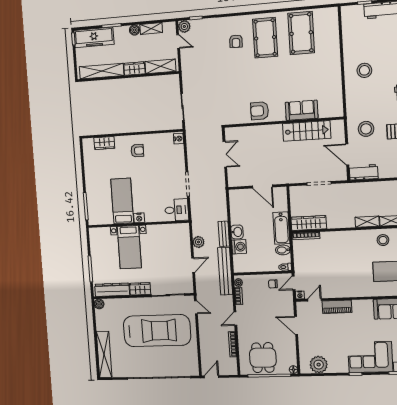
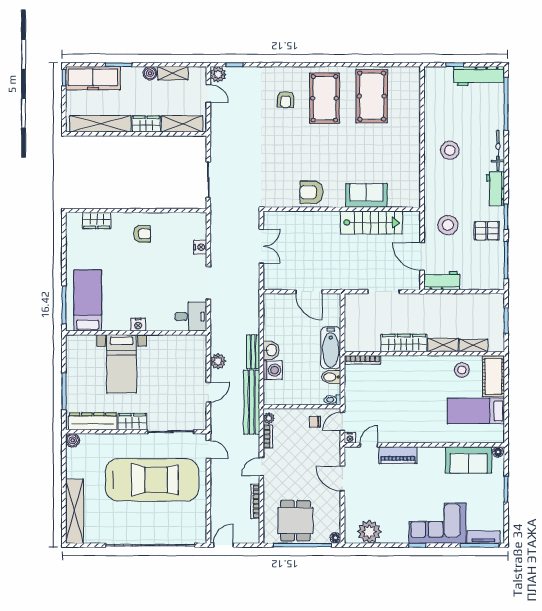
nightstand: (179, 139) -> (200, 247), moved
bed: (122, 201) -> (88, 301), moved
wardrobe: (309, 223) -> (404, 343), moved

